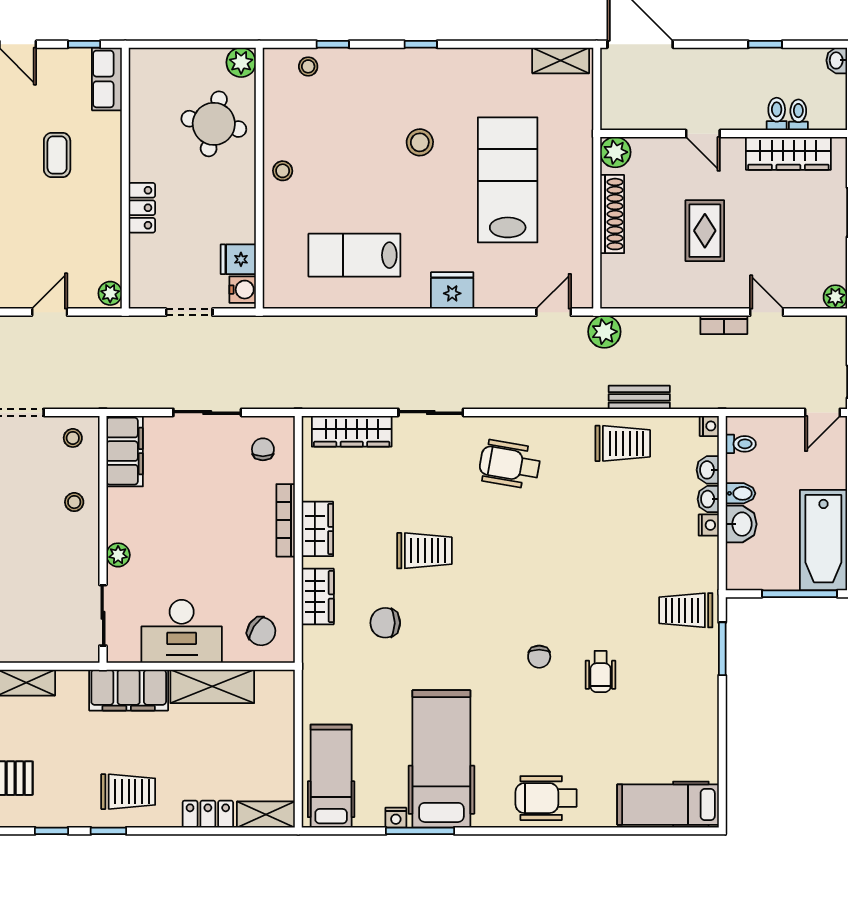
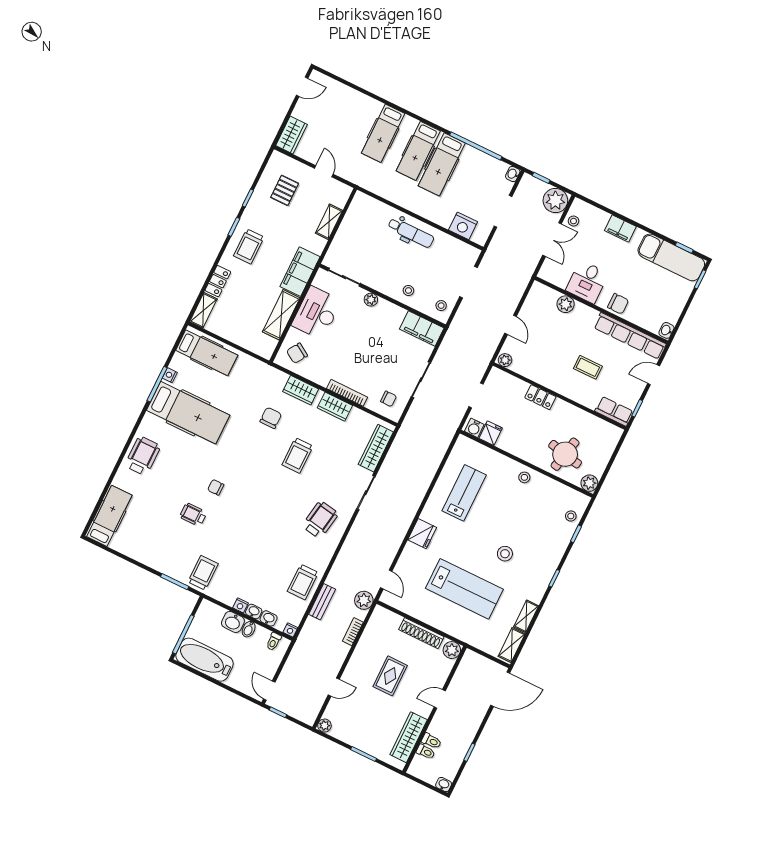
shelving: (503, 60) -> (526, 616), added
rug: (705, 231) -> (390, 676), turned 90
bookcase: (724, 325) -> (353, 632), moved

